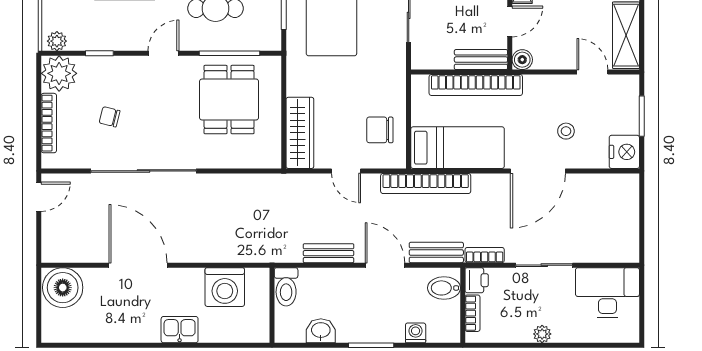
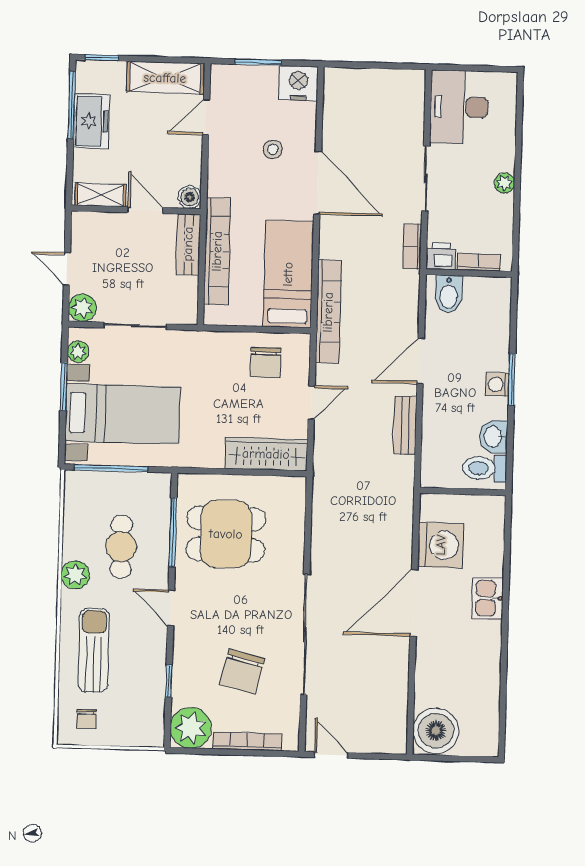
plant: (57, 41) -> (153, 729), removed
chair: (110, 117) -> (242, 672), width x1.87, depth x1.87
bench: (436, 253) -> (408, 302), removed
door: (138, 265) -> (414, 603), moved
toilet: (286, 287) -> (485, 468), moved, turned 180
washing machine: (416, 333) -> (498, 385), moved

